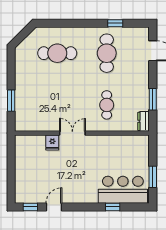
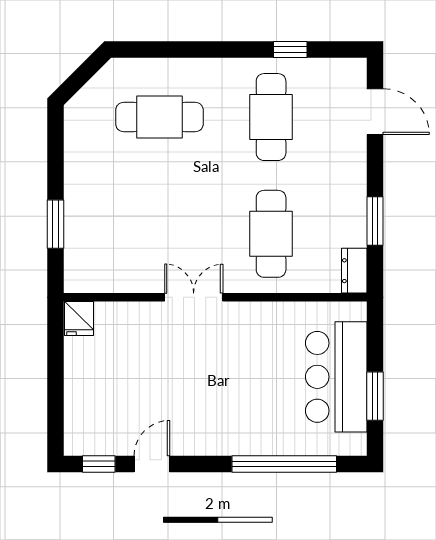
cafe table: (107, 105) -> (271, 234), width x1.37, depth x1.35
fridge: (52, 143) -> (79, 319), moved
bar counter: (123, 190) -> (336, 377), moved, turned -90
window: (113, 207) -> (284, 464), width x3.17

